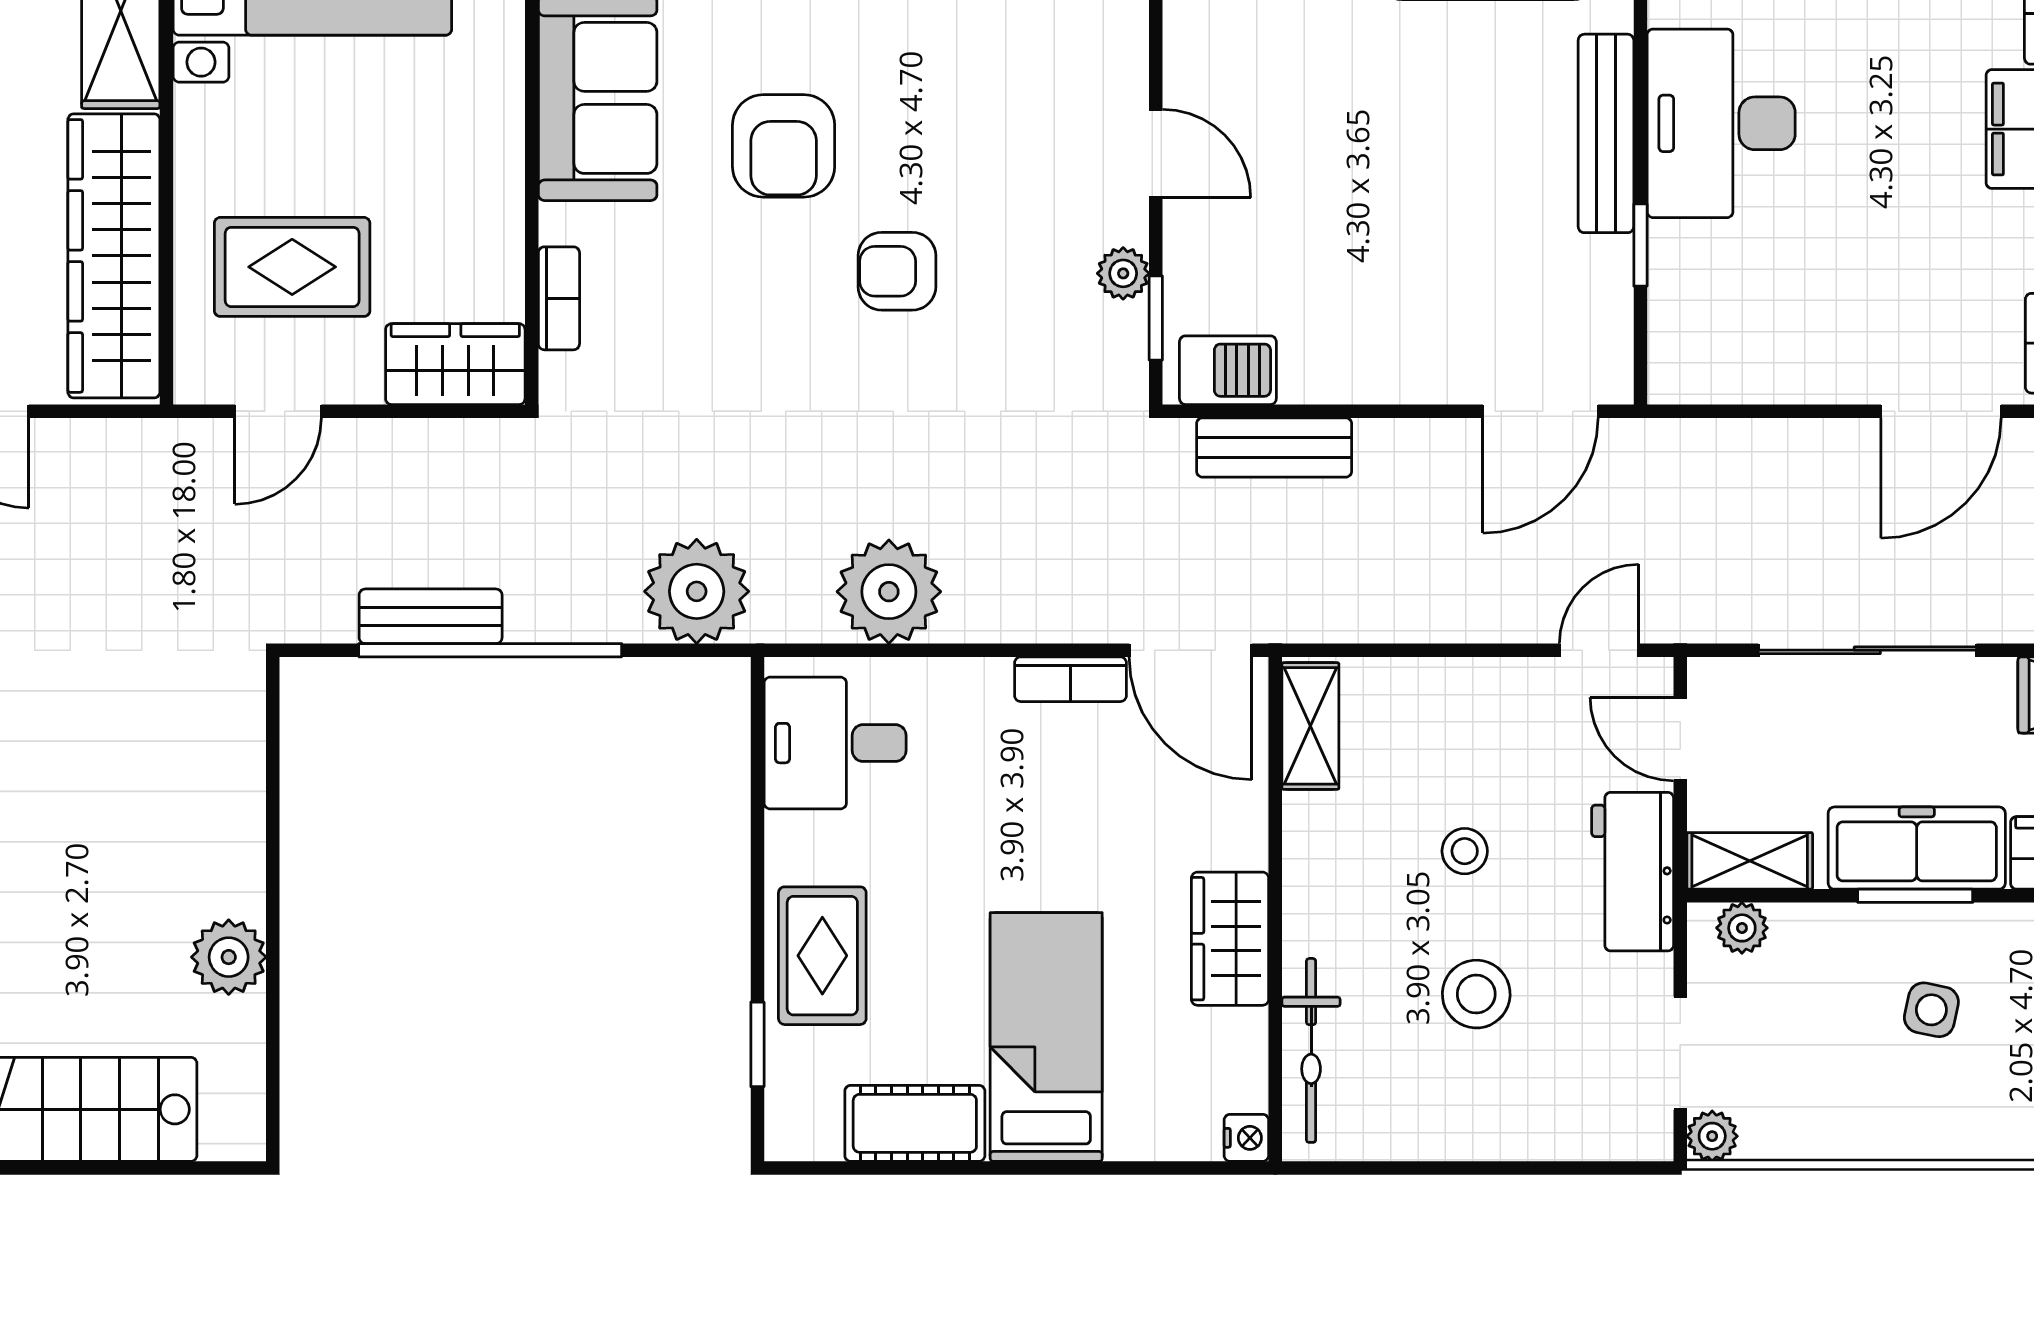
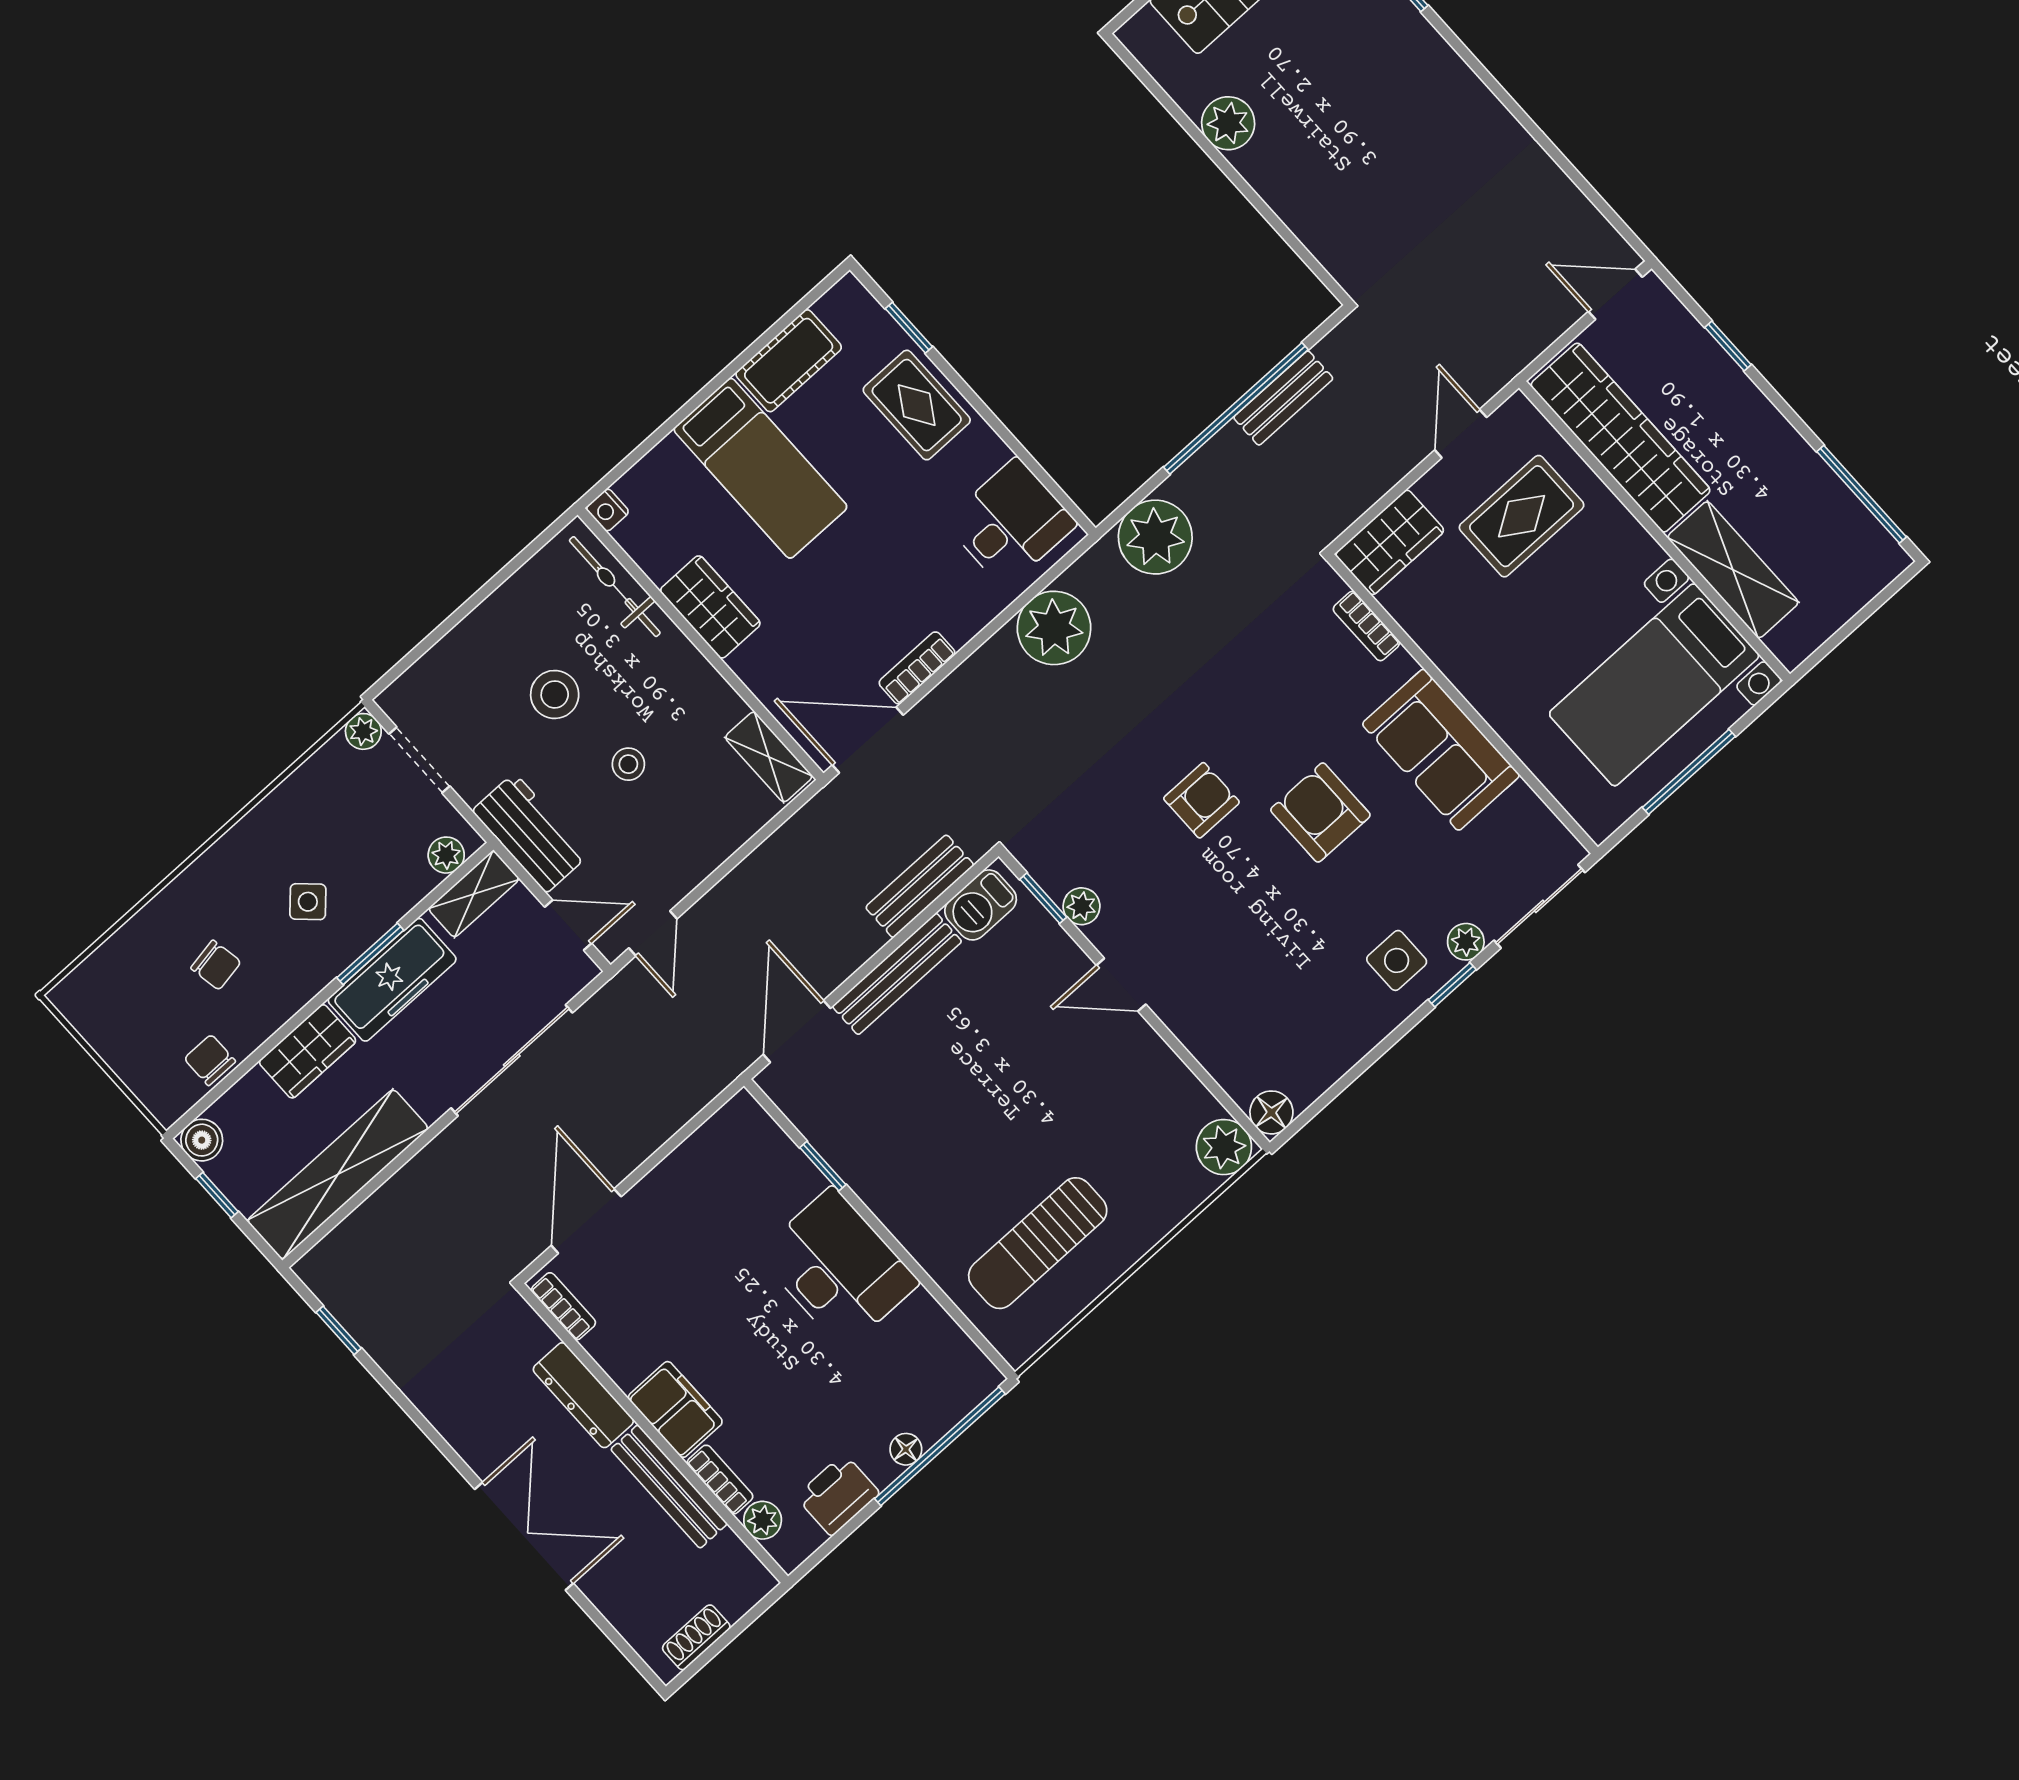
bench: (1606, 133) -> (897, 974), moved, turned 90
side table: (1931, 1010) -> (308, 902), turned 31

